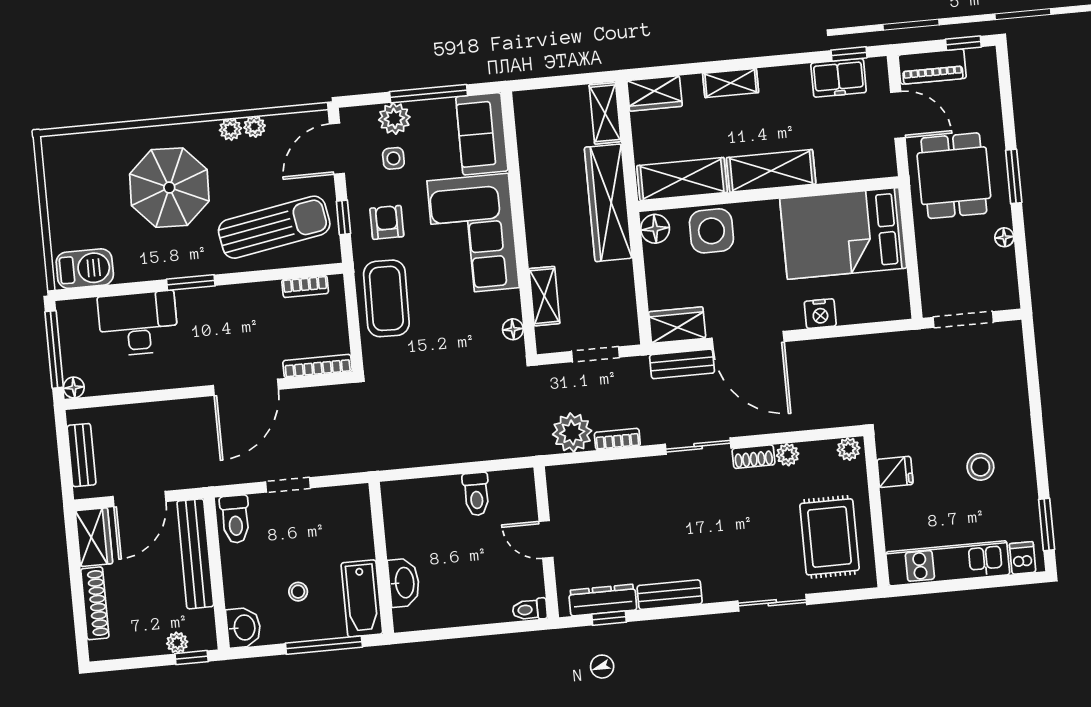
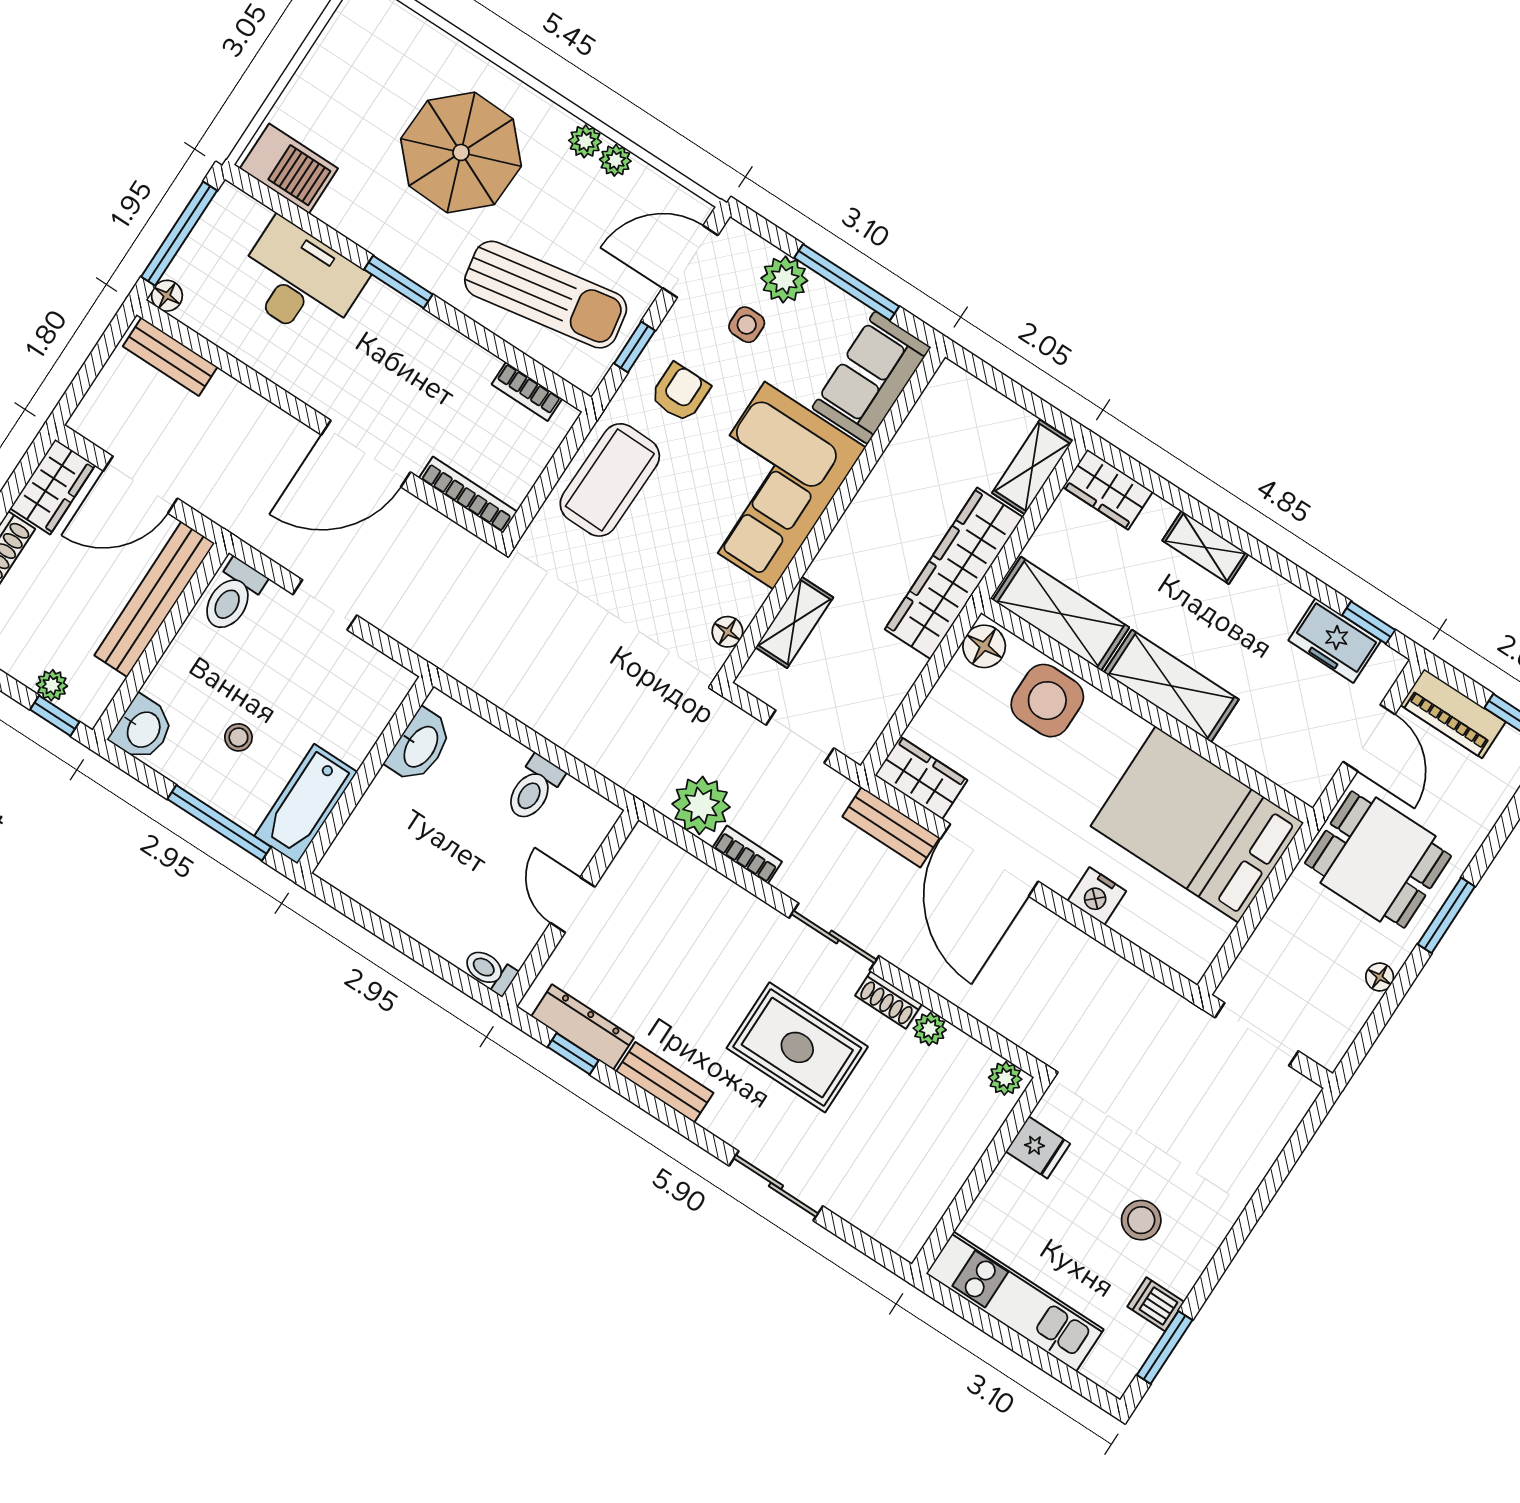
dining table: (954, 176) -> (1378, 860), turned 90
bench: (82, 455) -> (170, 357), moved, turned 90
rug: (829, 537) -> (797, 1047), moved, turned 90
dishwasher: (1023, 558) -> (1156, 1304), moved, turned -90
washbasin: (404, 583) -> (420, 746), moved

